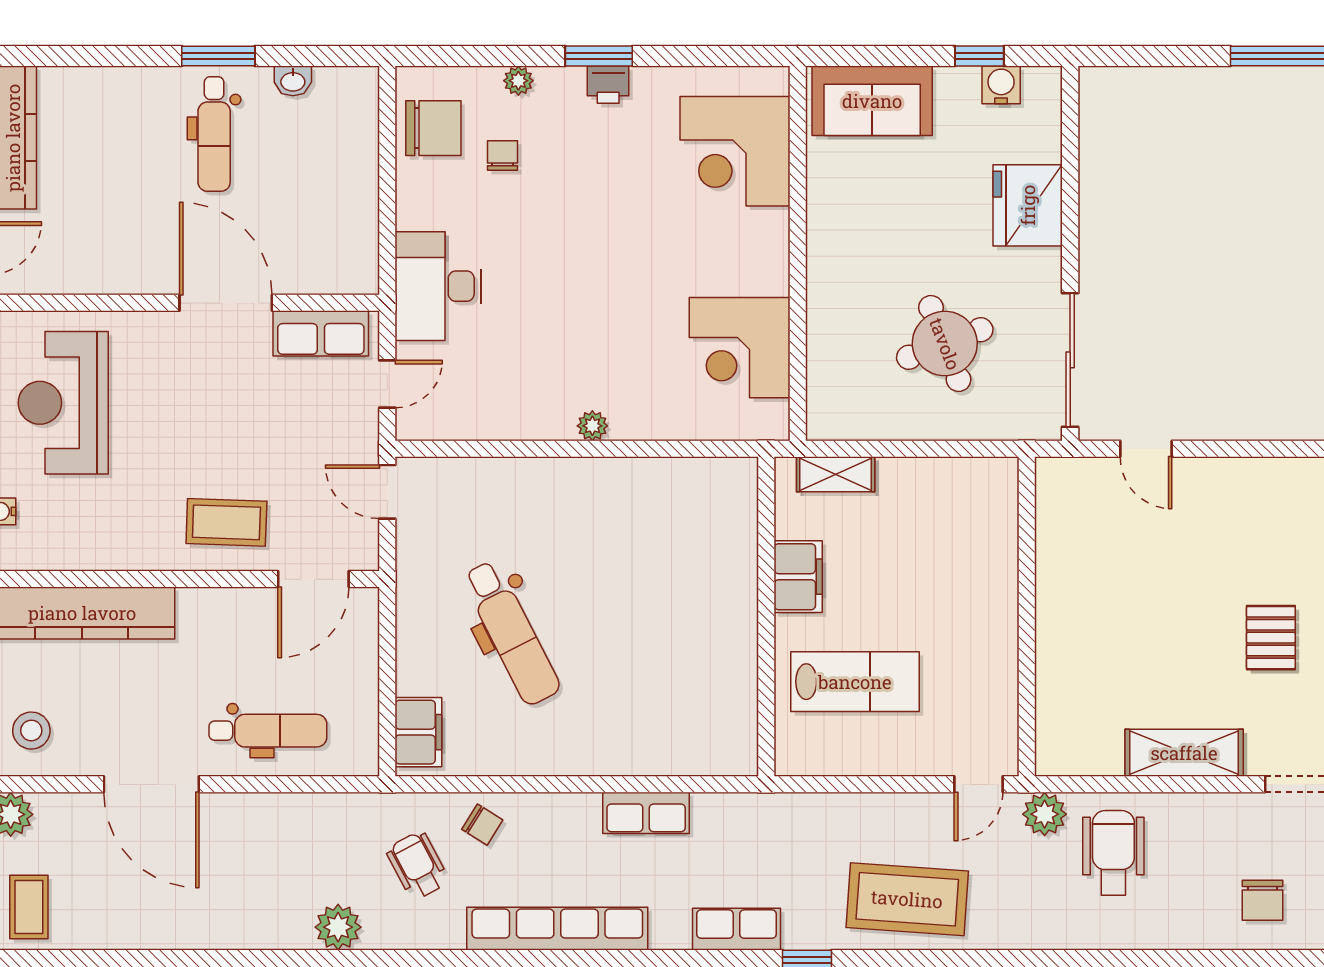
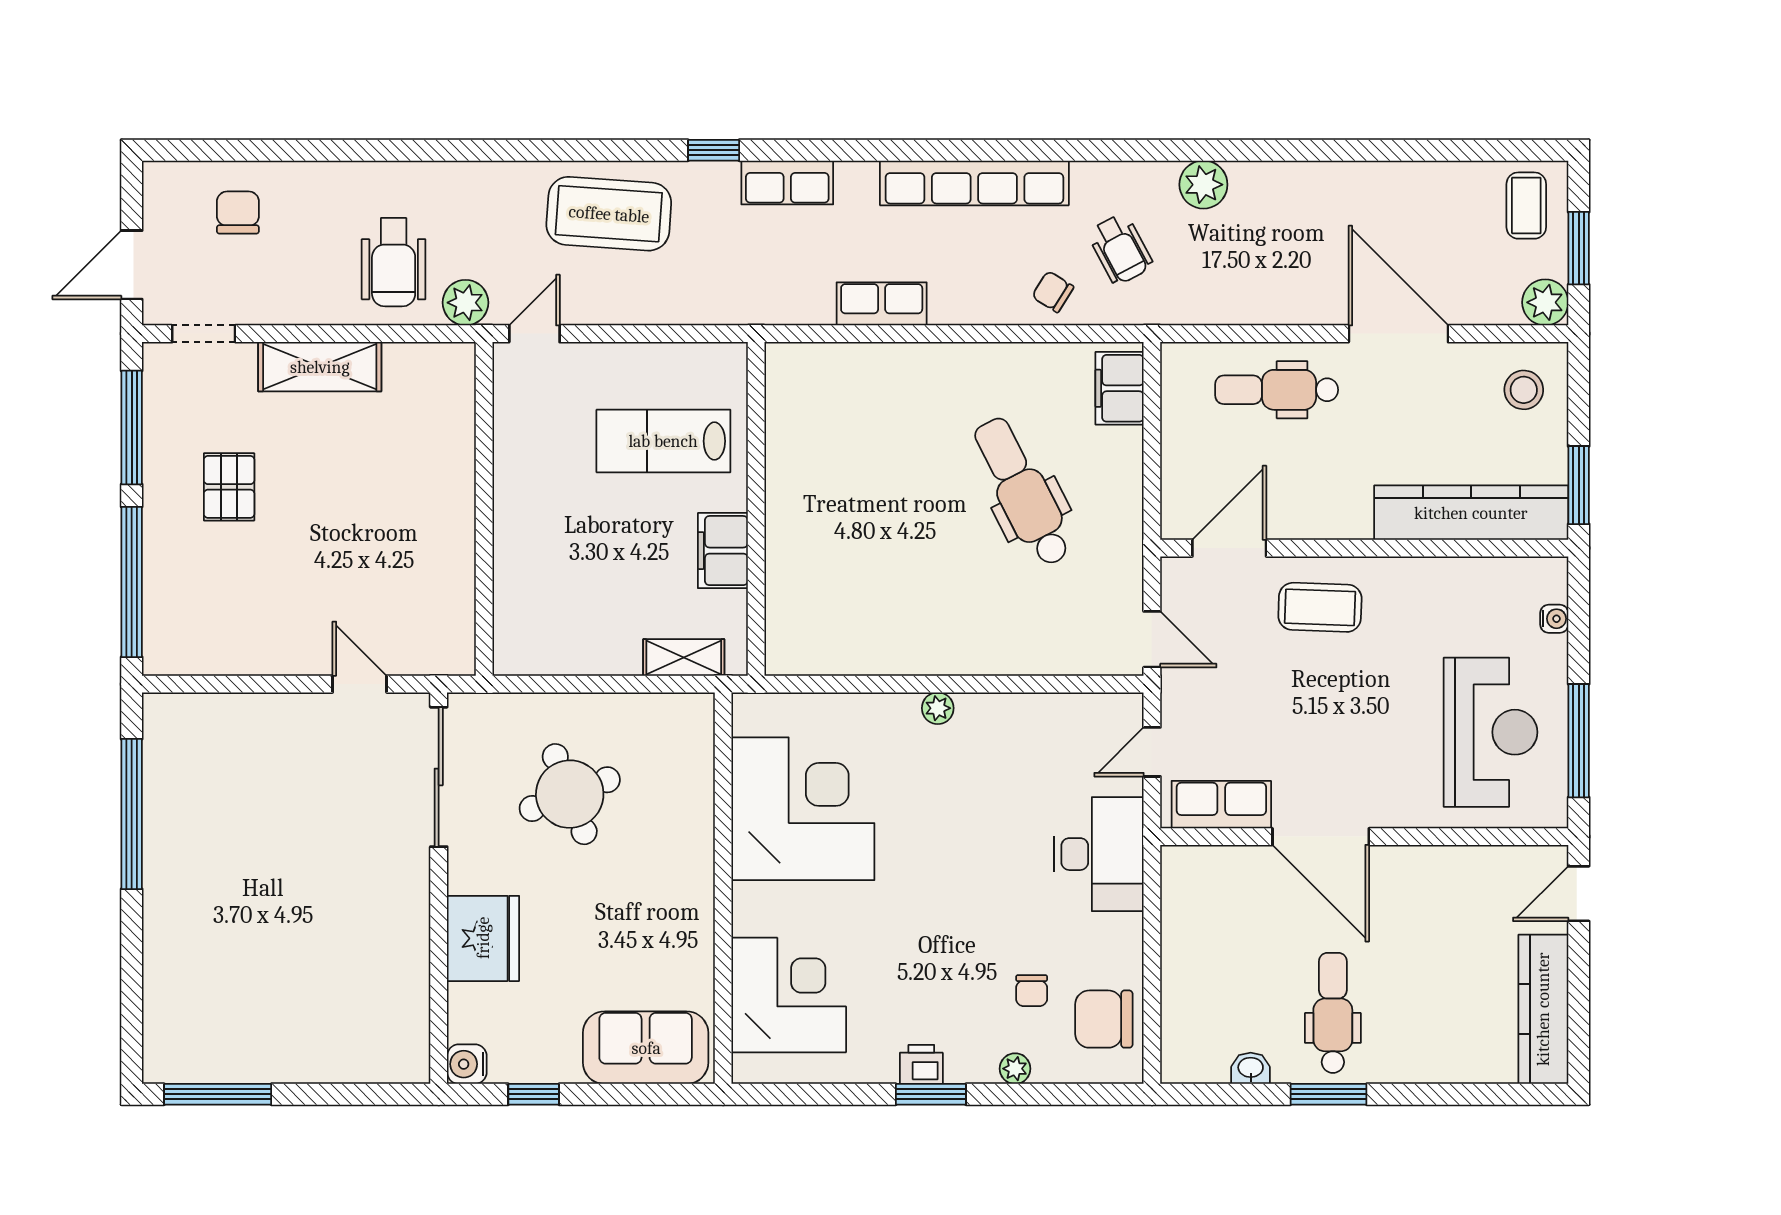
water cooler: (1001, 85) -> (467, 1064), moved, turned 90
corner desk: (740, 348) -> (803, 809), width x1.36, depth x1.36

